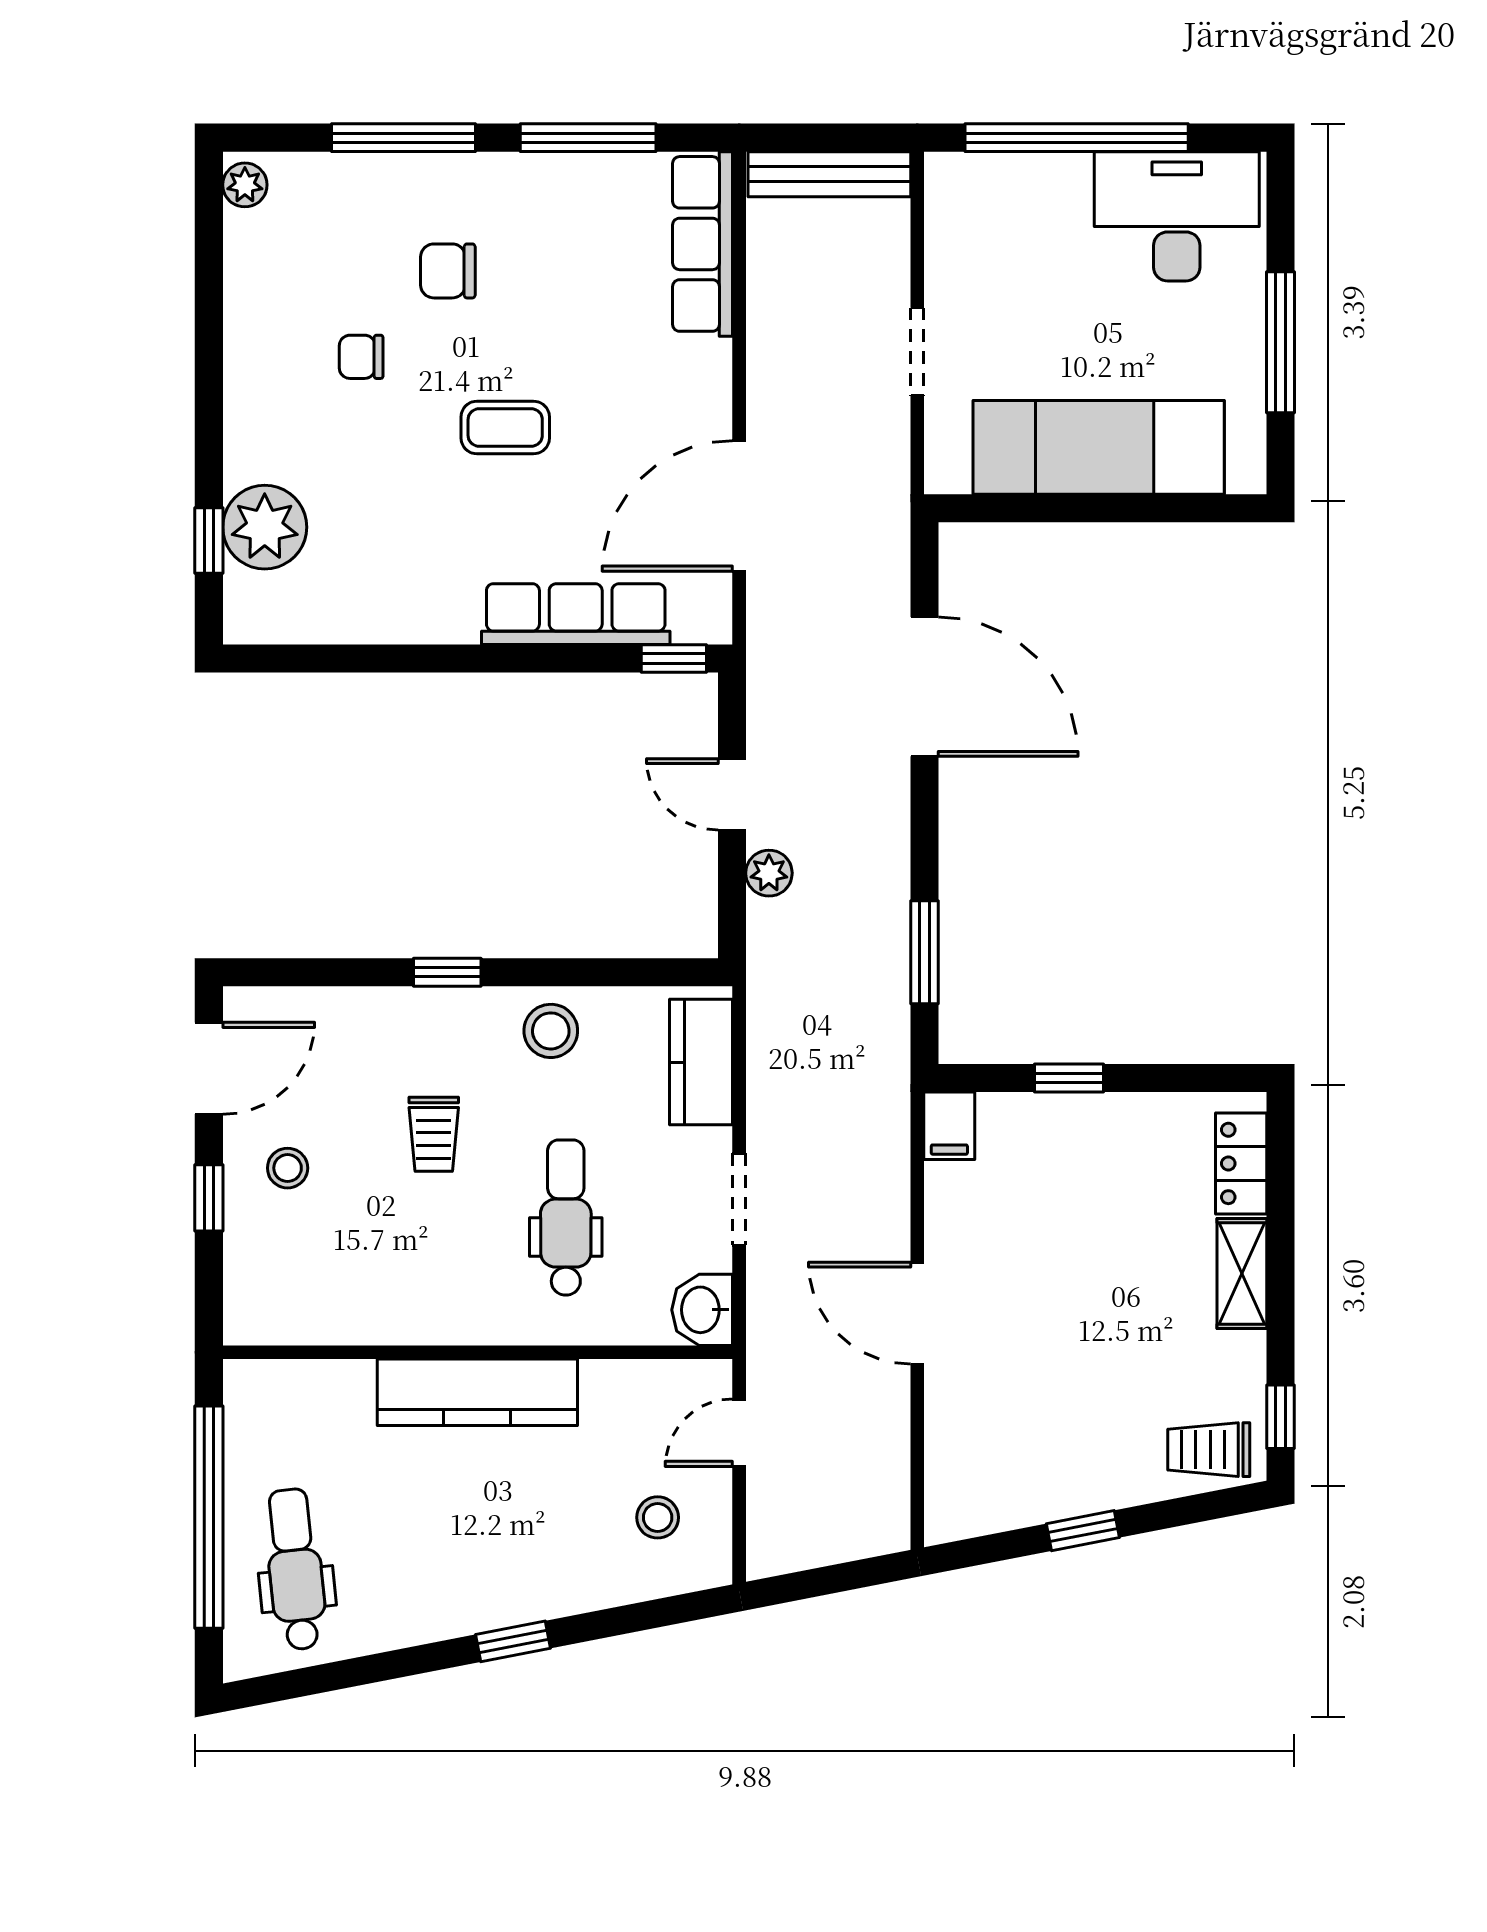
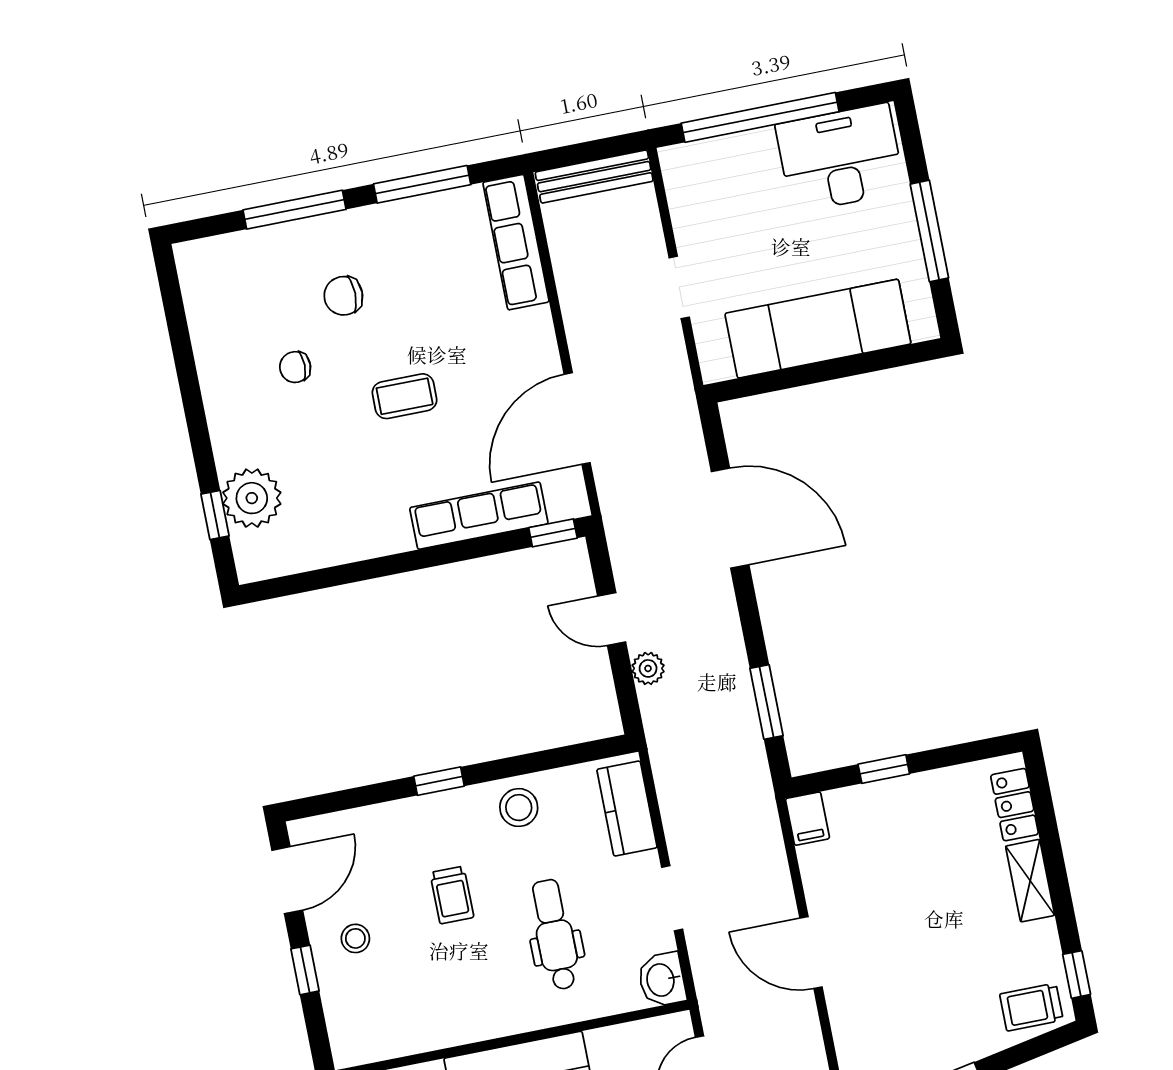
plant: (245, 185) -> (191, 264), removed

